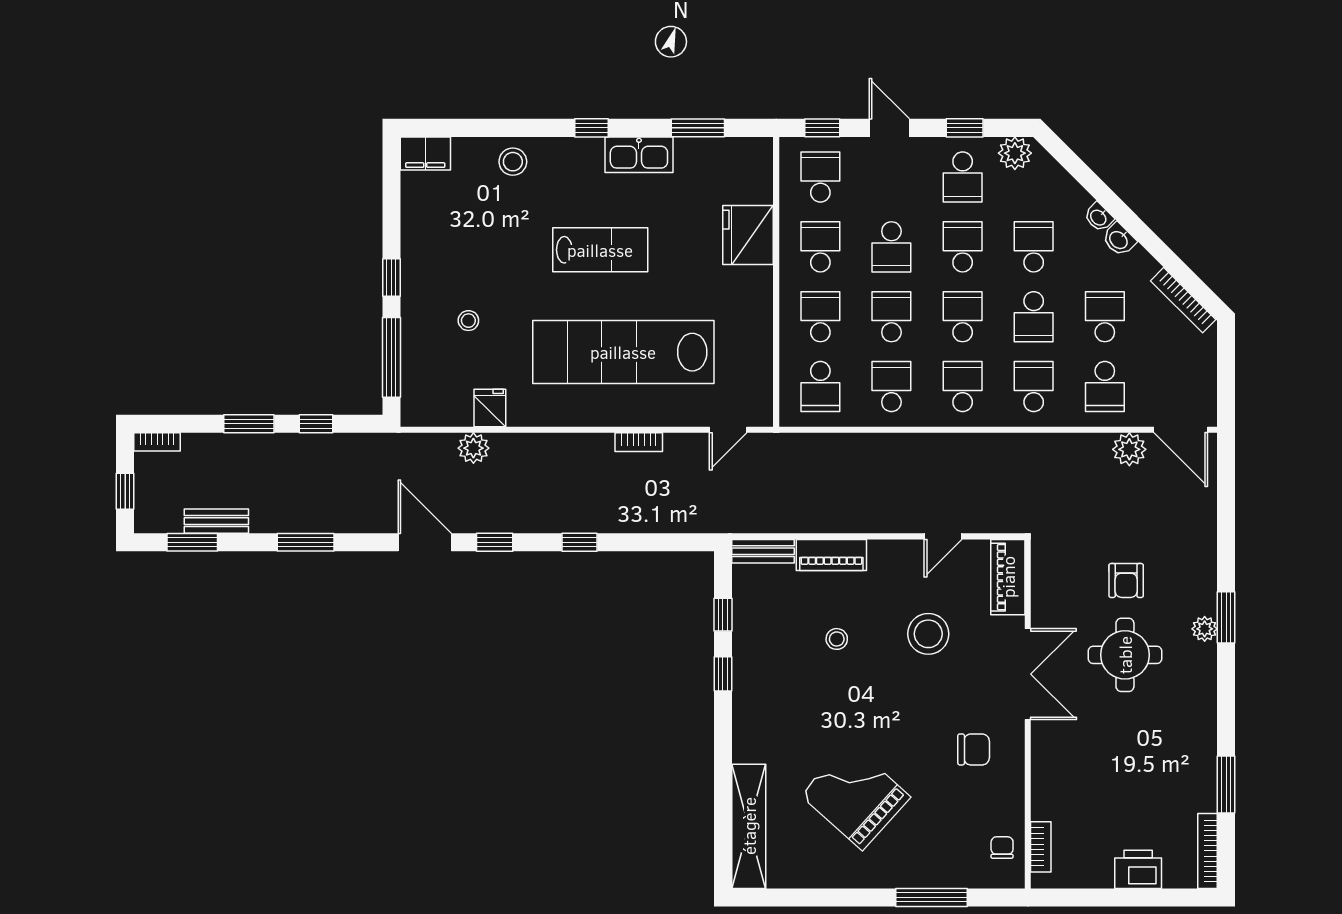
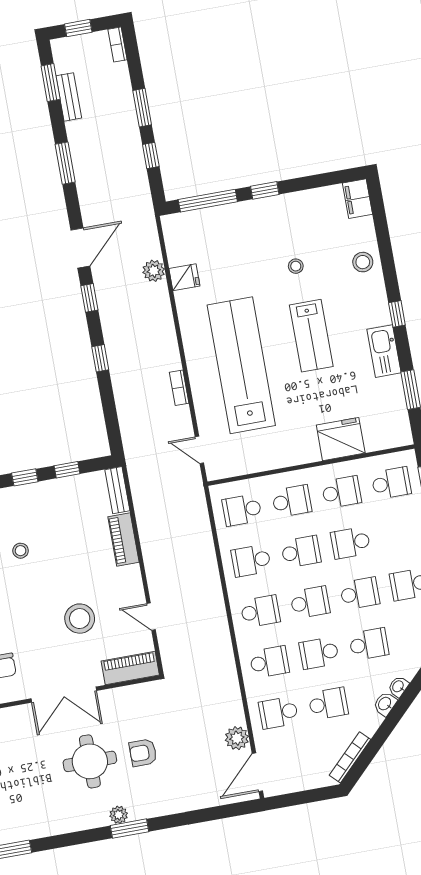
stool: (468, 321) -> (296, 266), moved
school desk: (891, 387) -> (251, 561), turned 180
stool: (837, 639) -> (21, 551), moved

